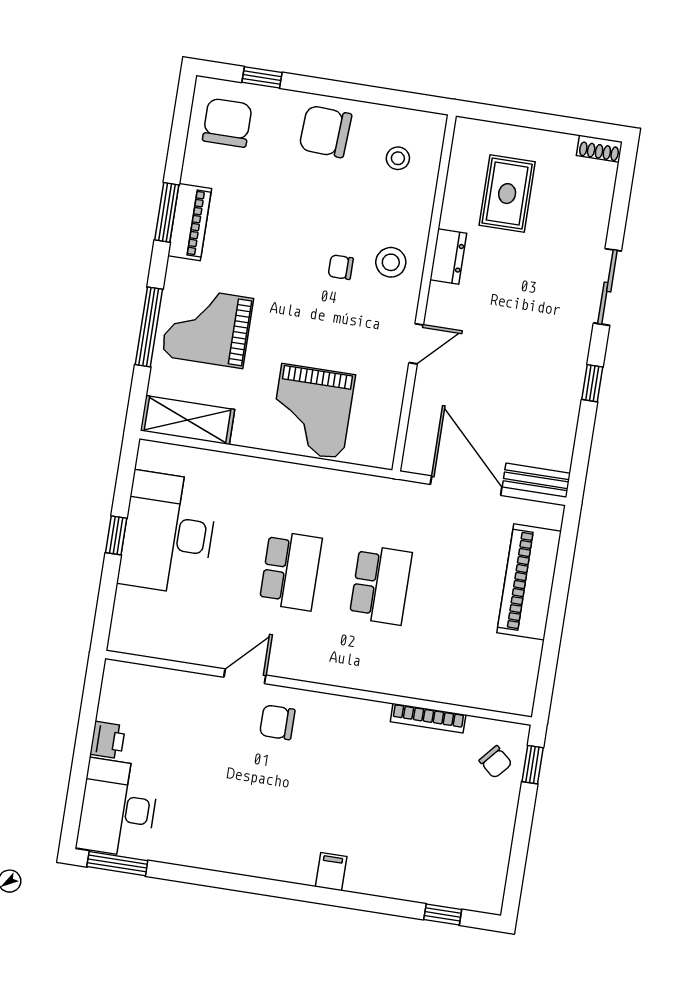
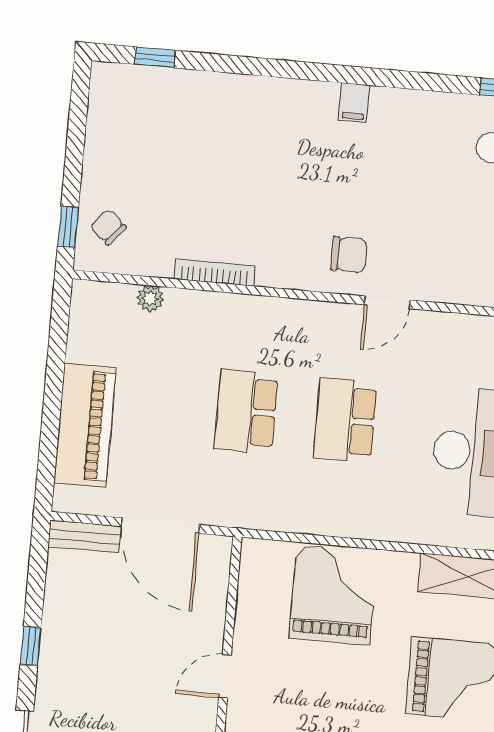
plant: (462, 694) -> (150, 299), added
bookcase: (428, 718) -> (215, 273), moved
filing cabinet: (331, 872) -> (354, 103), moved

